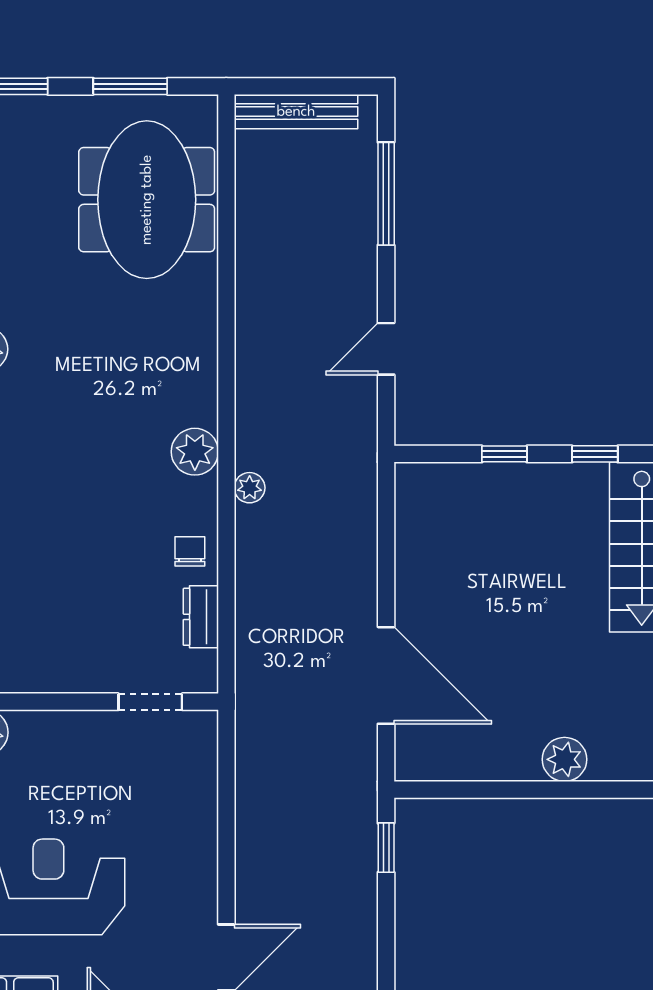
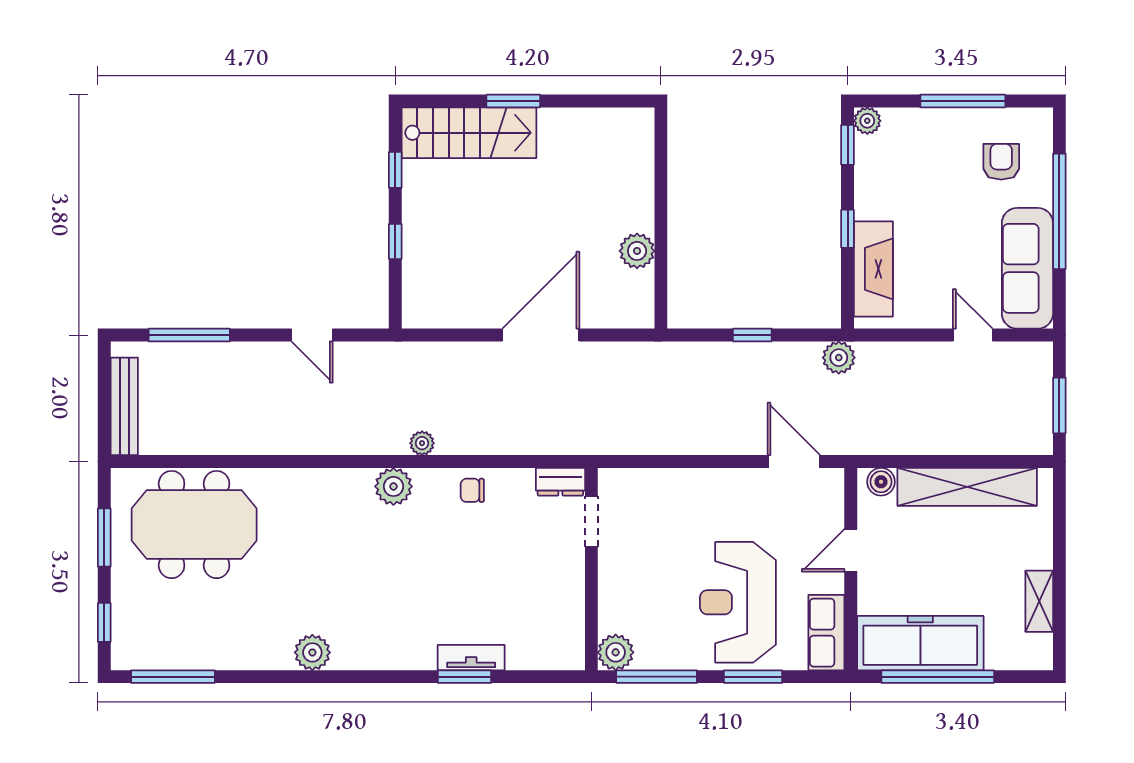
dresser: (201, 617) -> (560, 482), moved
door: (386, 675) -> (541, 335), moved
plant: (564, 759) -> (637, 251), moved
window: (386, 848) -> (752, 335), moved

